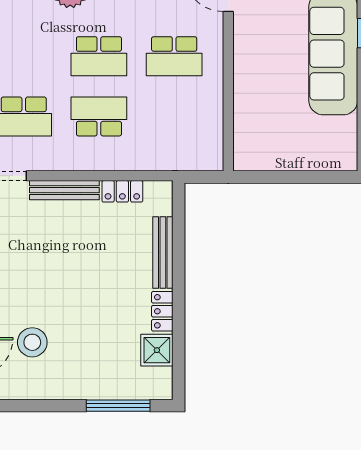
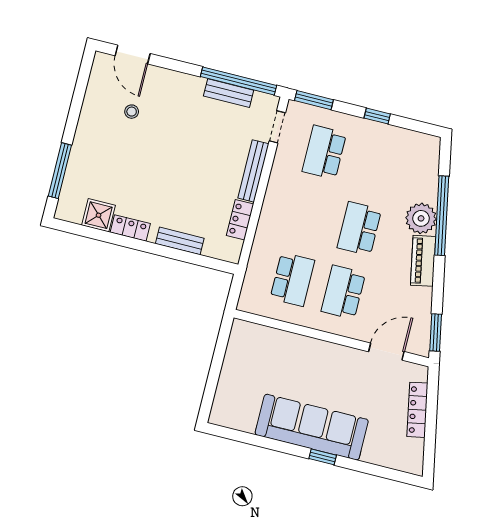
school desk: (99, 116) -> (292, 279), moved
bench: (163, 253) -> (180, 241), width x0.73
stool: (32, 342) -> (132, 112), width x0.53, depth x0.53

